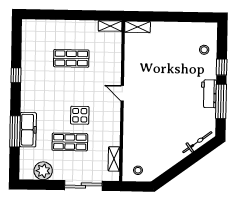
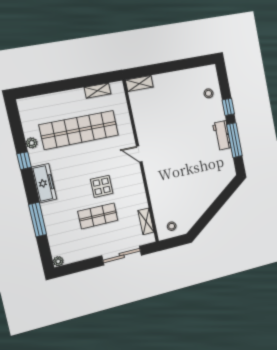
shelving: (110, 26) -> (98, 91), moved
shop shelf: (71, 58) -> (79, 130), width x2.00, depth x1.36
plant: (26, 61) -> (32, 143), added
freezer: (28, 130) -> (44, 183), moved
bicycle: (197, 142) -> (221, 185), removed
plant: (43, 171) -> (58, 261), moved, width x0.53, depth x0.53

